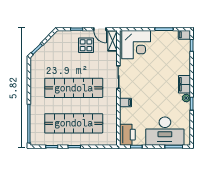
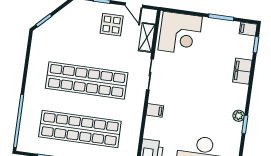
shelving: (113, 41) -> (147, 37), moved
filing cabinet: (184, 84) -> (242, 71), moved

